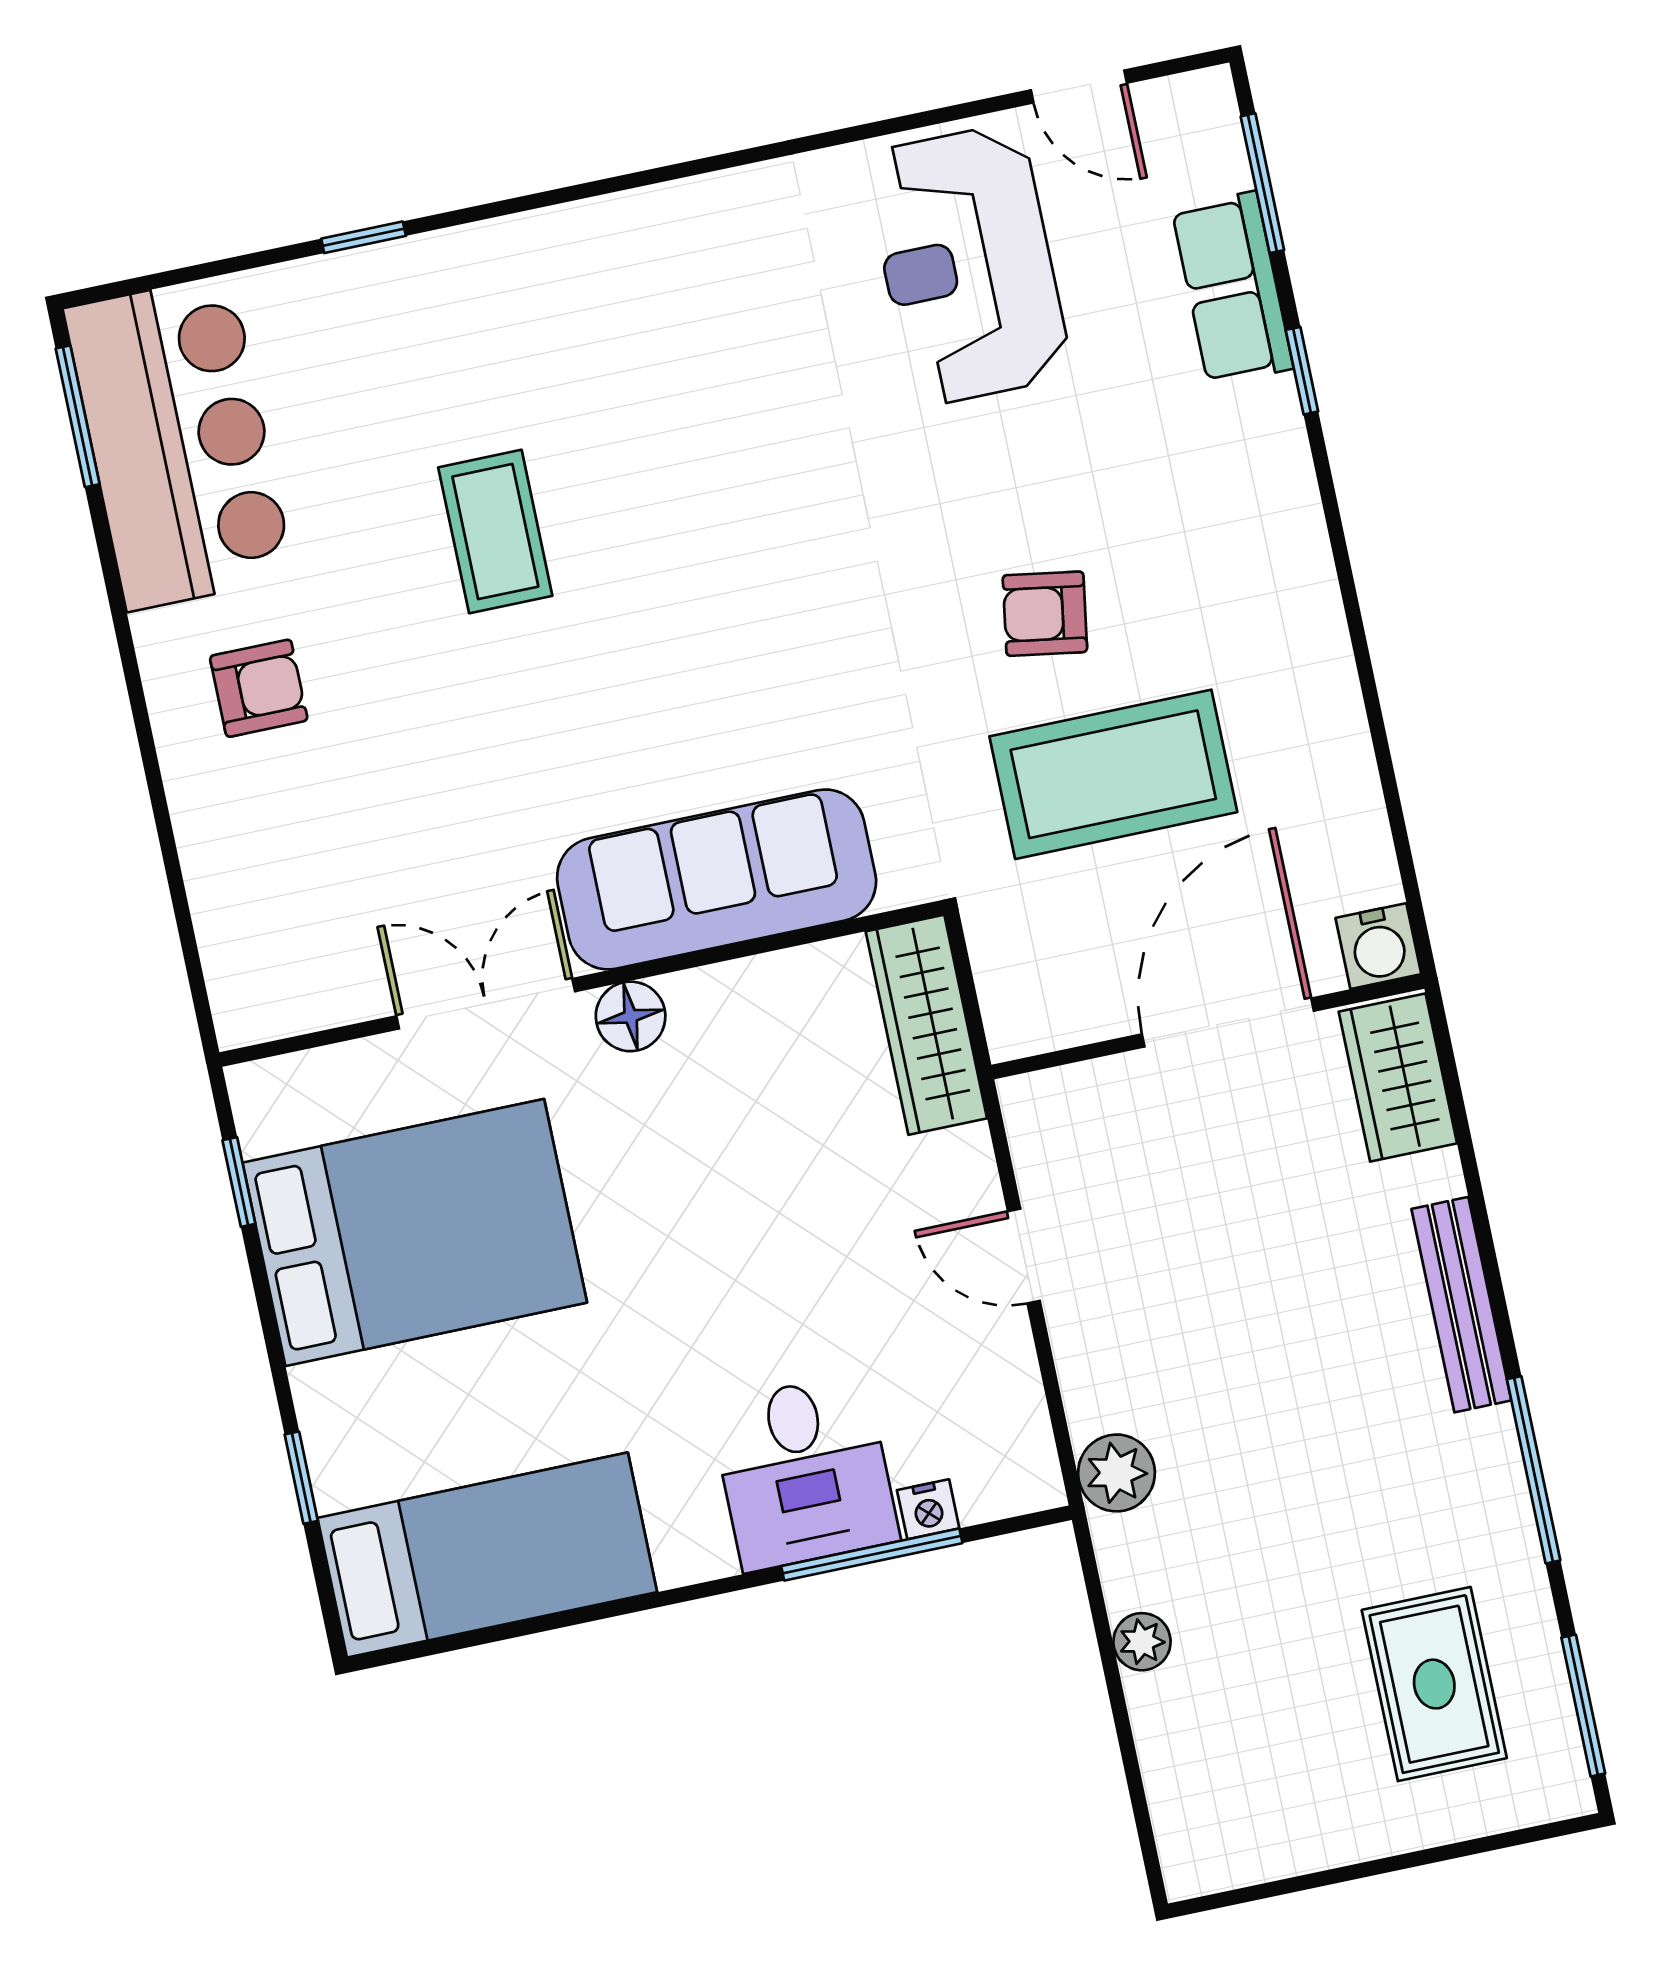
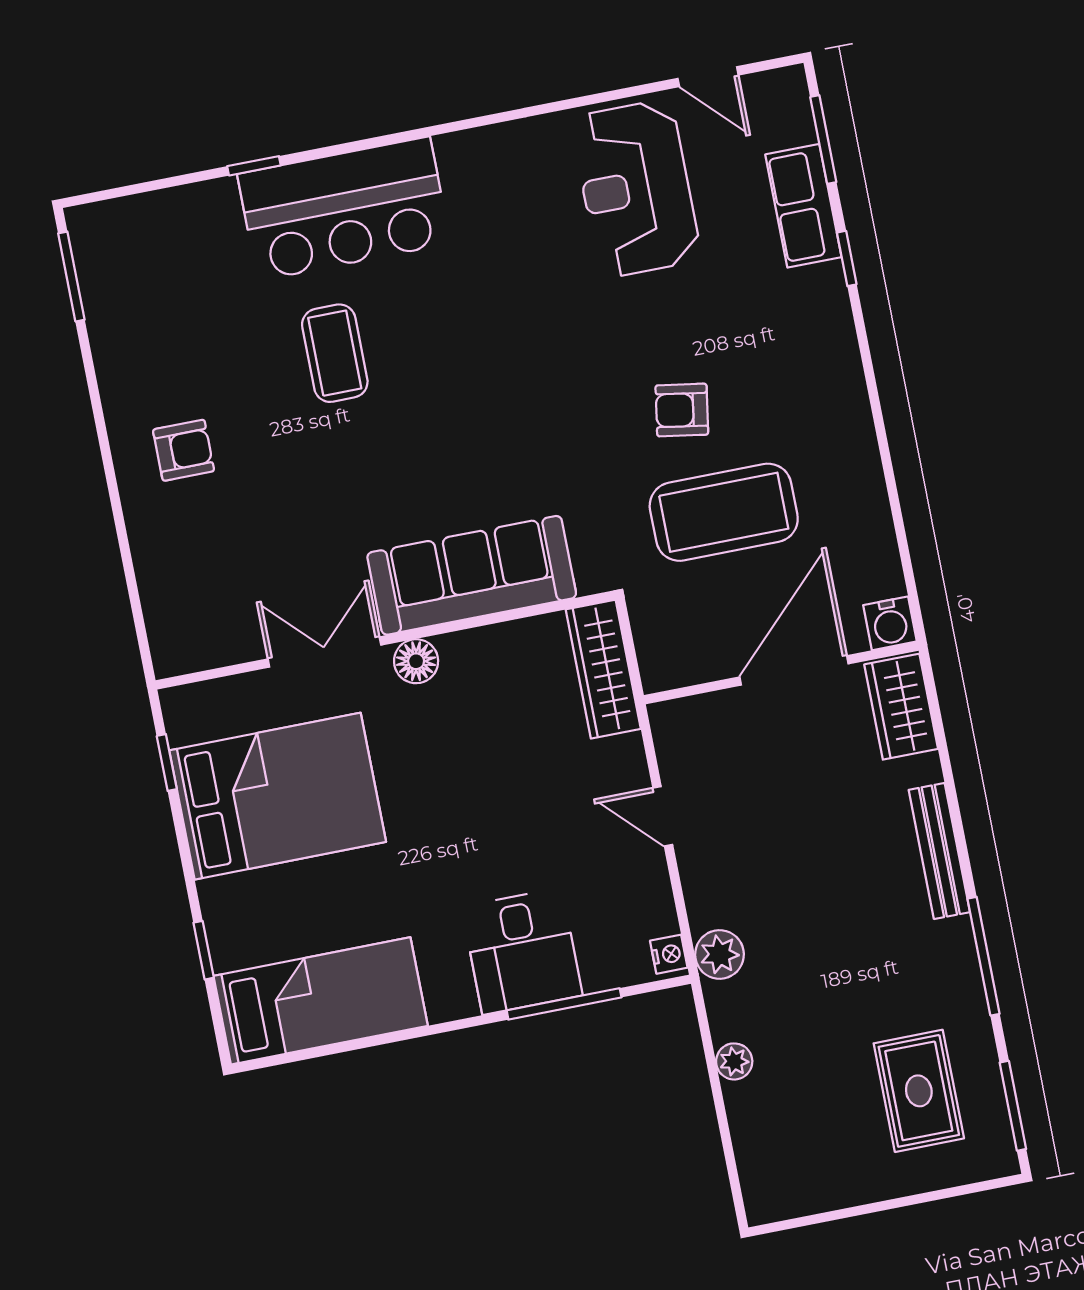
bar counter: (179, 443) -> (344, 209), moved, turned 90
nightstand: (928, 1509) -> (669, 954), moved, turned -90

